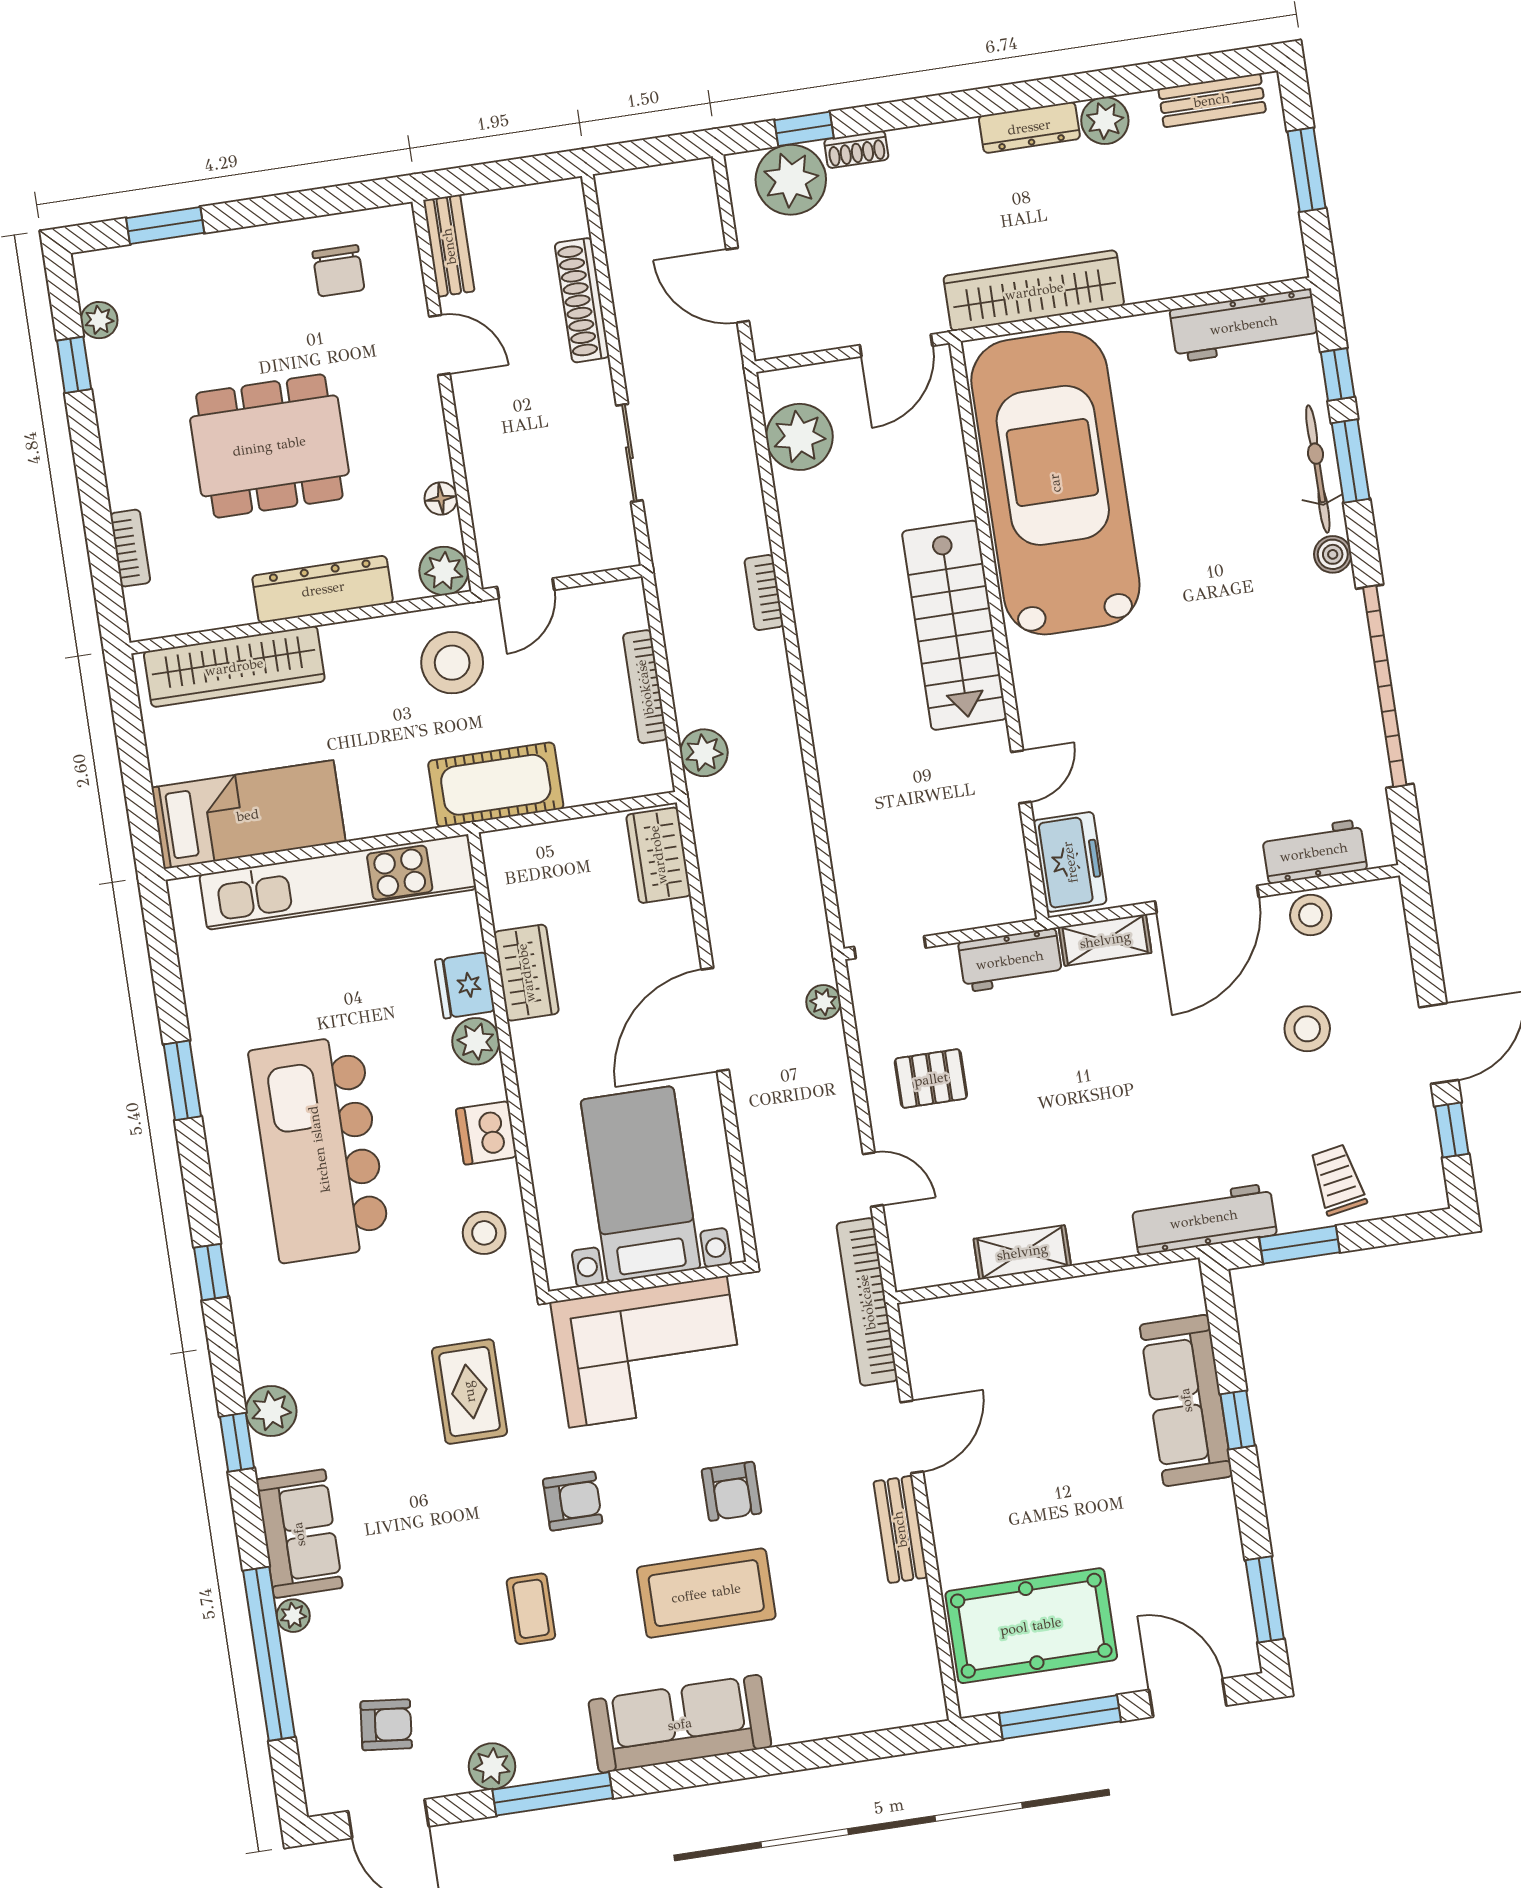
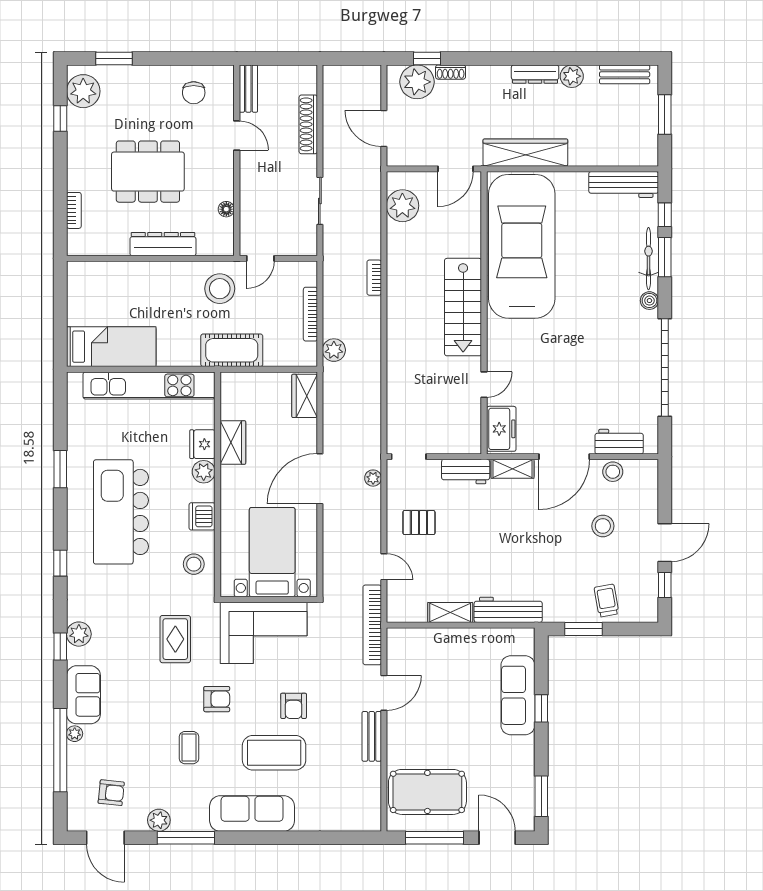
plant: (99, 320) -> (83, 91), width x1.87, depth x1.87
plant: (444, 571) -> (222, 244), removed
wardrobe: (234, 667) -> (115, 275), removed
workbench: (1204, 1219) -> (508, 610), moved

